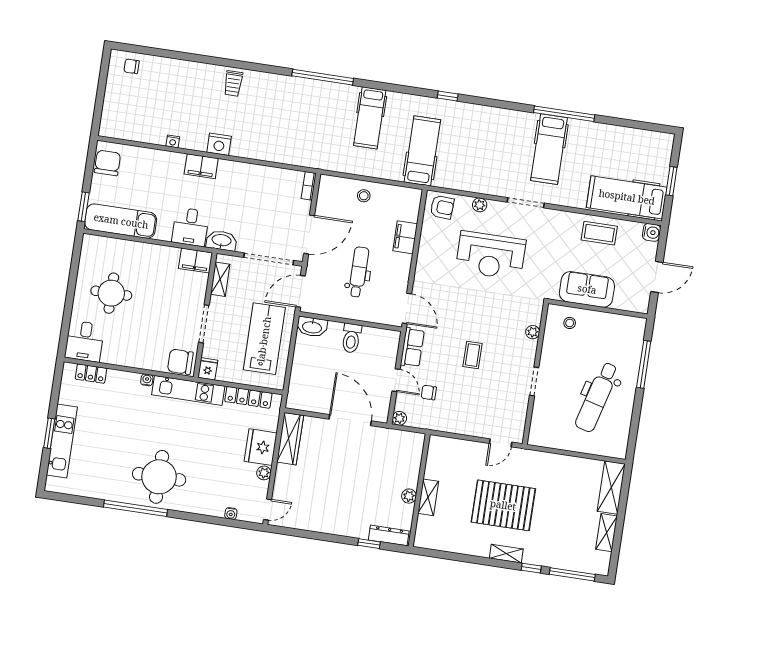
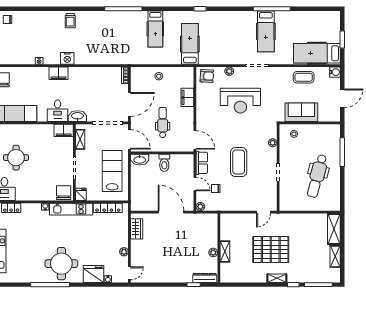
door: (300, 291) -> (129, 139), swing flipped
coffee table: (473, 355) -> (239, 162), width x1.86, depth x1.72
chair: (180, 362) -> (64, 193), turned 90
wardrobe: (290, 439) -> (137, 229), width x0.67
fridge: (261, 447) -> (93, 274), moved, turned 90

